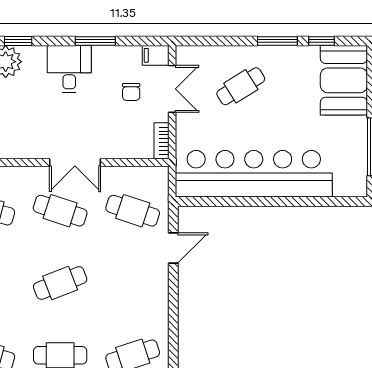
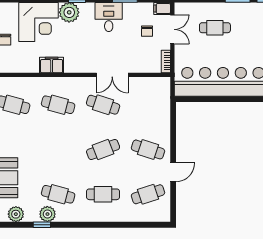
cafe table: (241, 86) -> (215, 28), turned 32
cafe table: (133, 211) -> (148, 149), moved
door: (173, 248) -> (173, 172), moved

